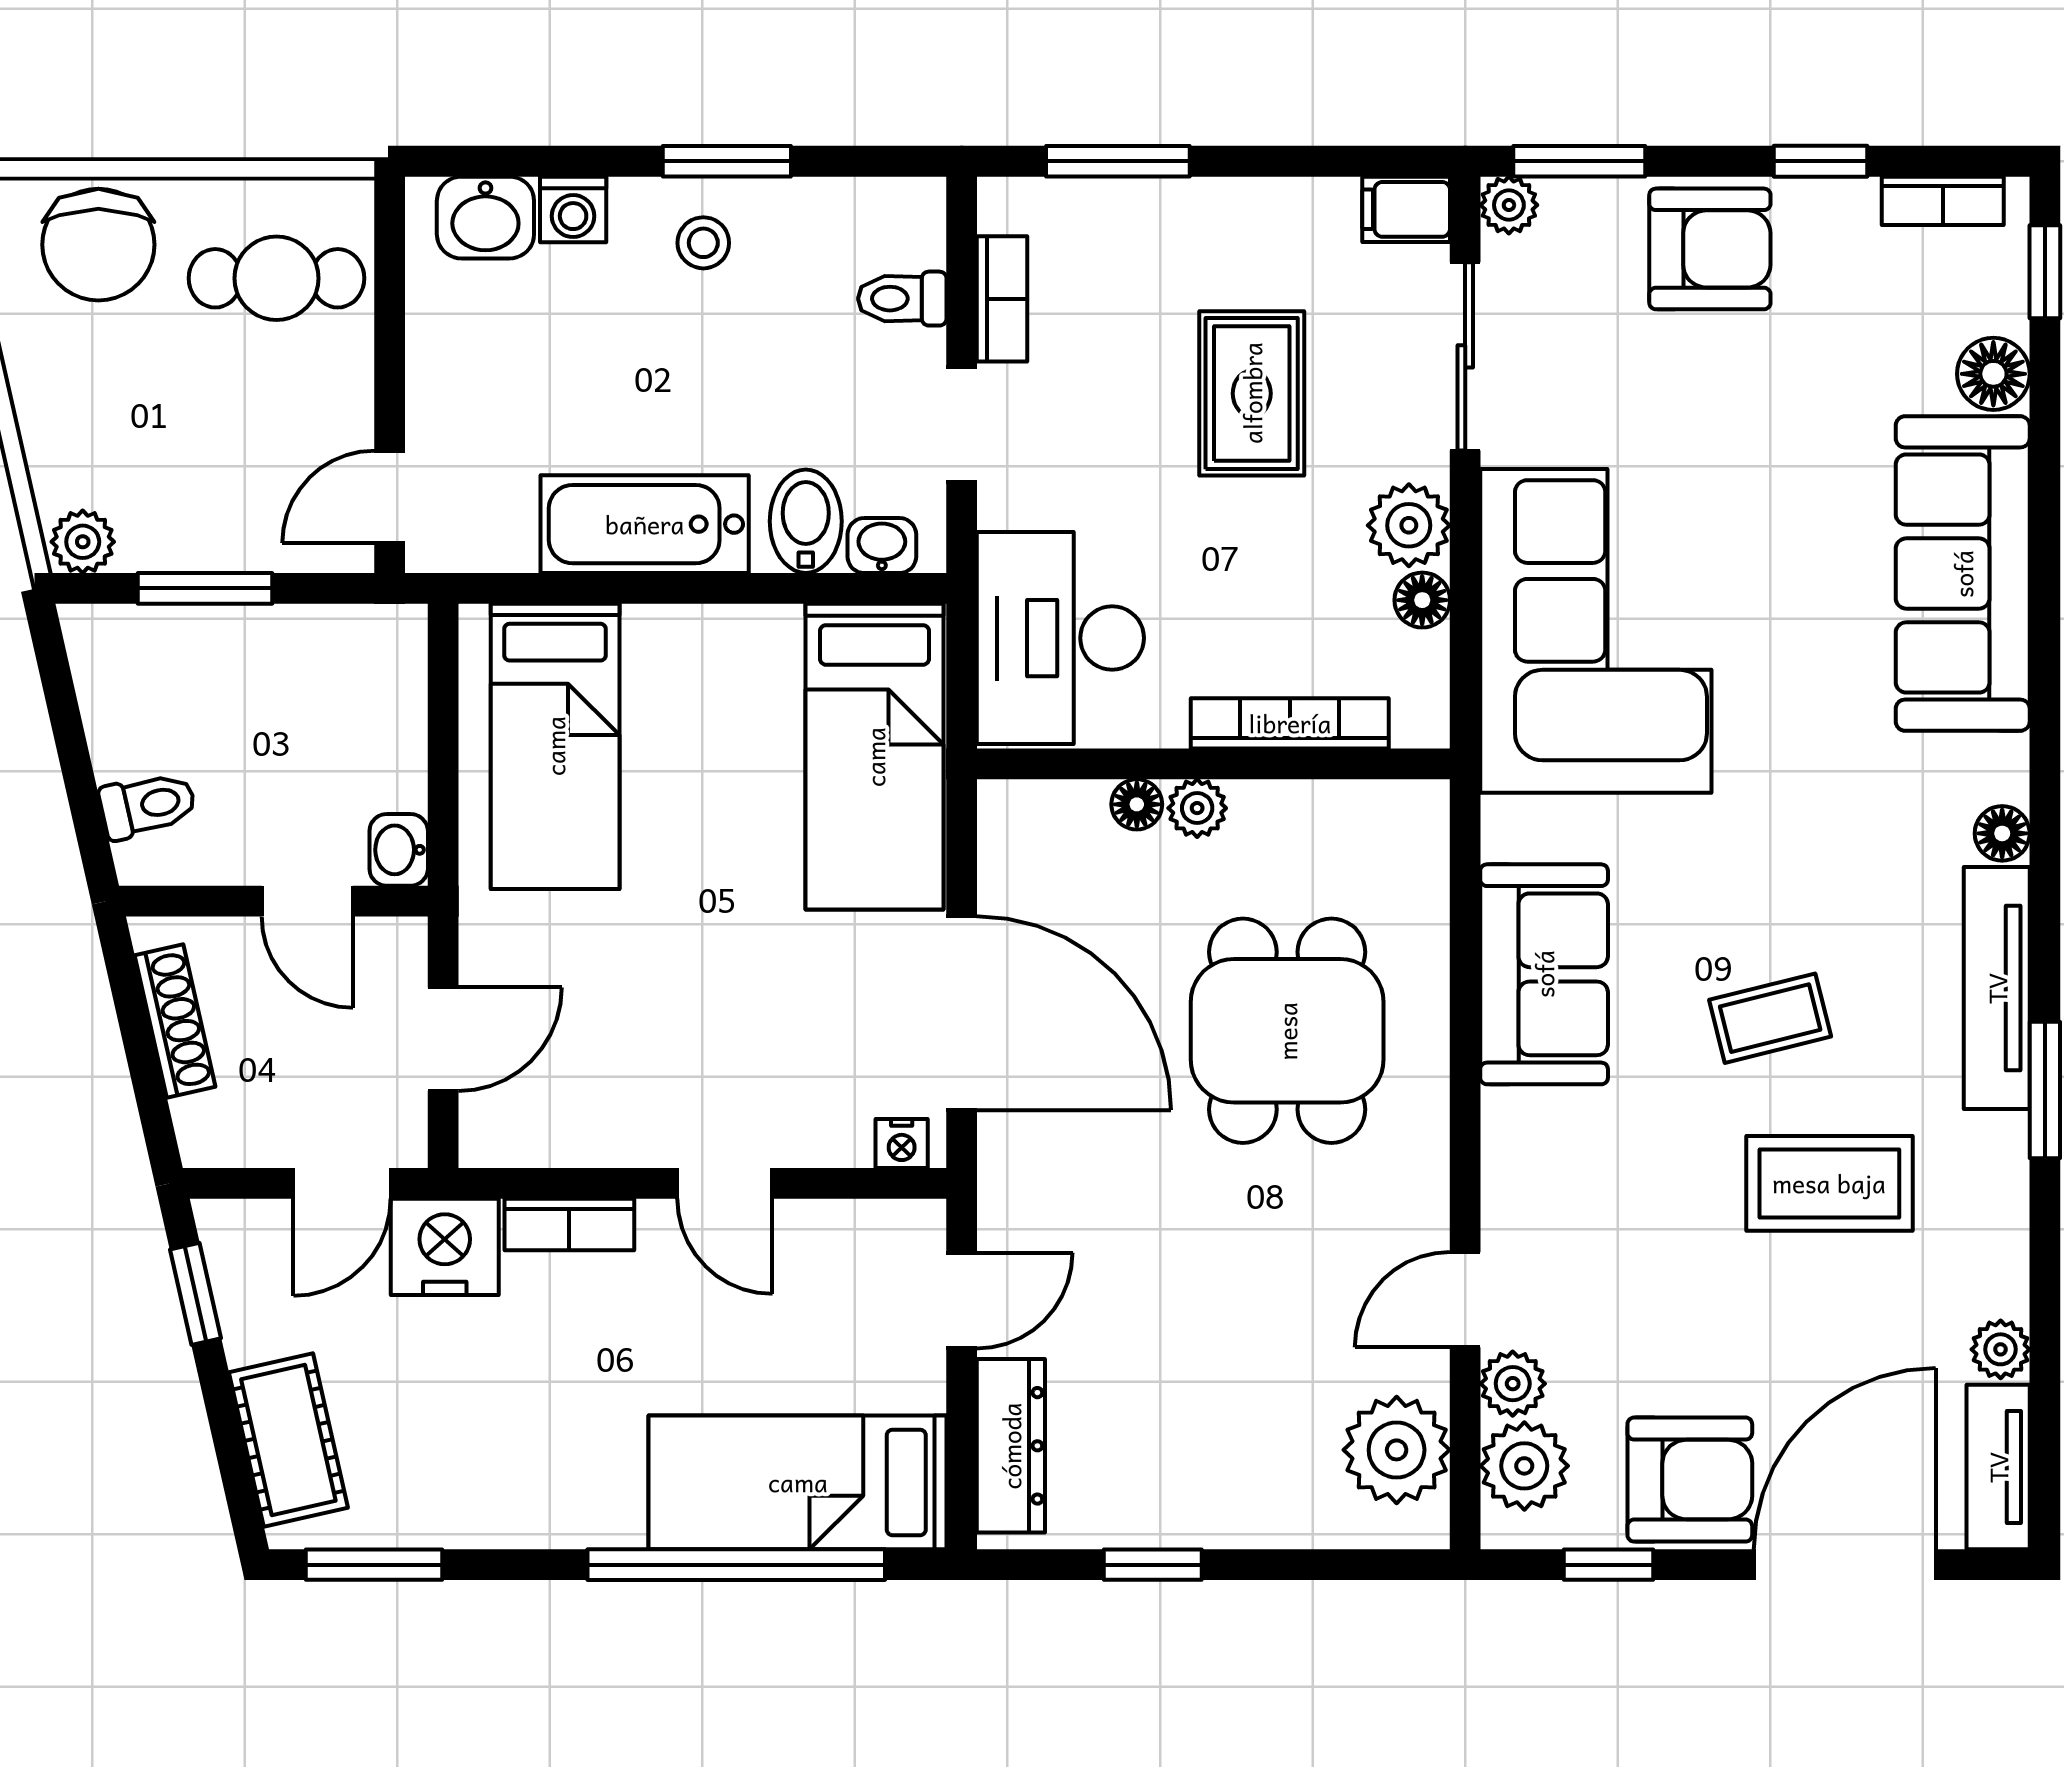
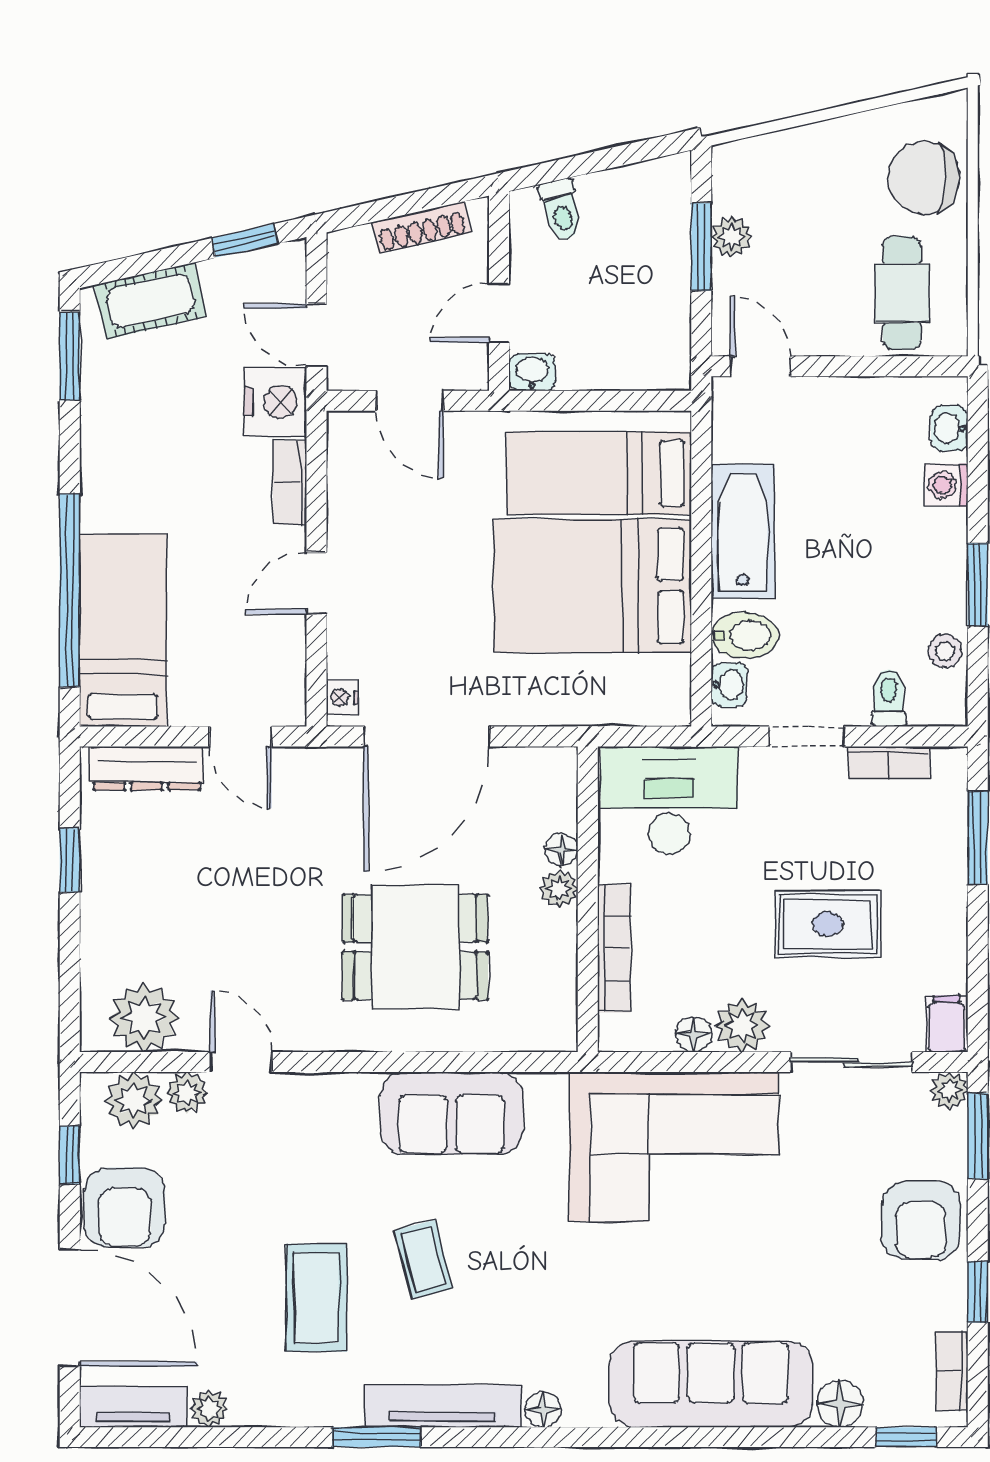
washbasin: (485, 218) -> (949, 428), width x0.72, depth x0.69
stool: (703, 243) -> (945, 651), moved
plant: (83, 542) -> (731, 237), moved
bed: (875, 757) -> (592, 586), moved, width x1.50

